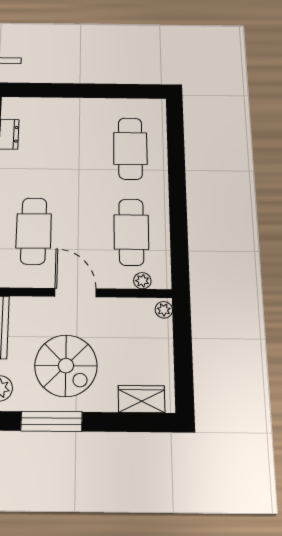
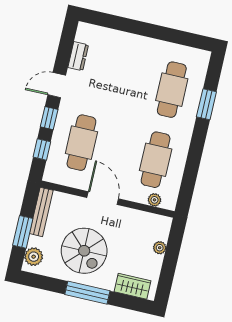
window: (176, 156) -> (206, 104), added
plant: (164, 310) -> (160, 248), moved
window: (52, 421) -> (87, 293), moved

